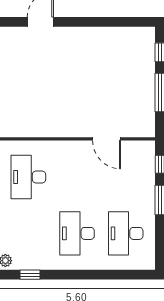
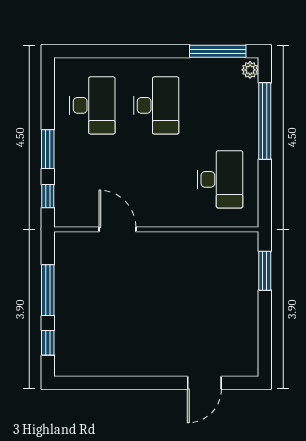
window: (30, 275) -> (218, 51), width x2.17

